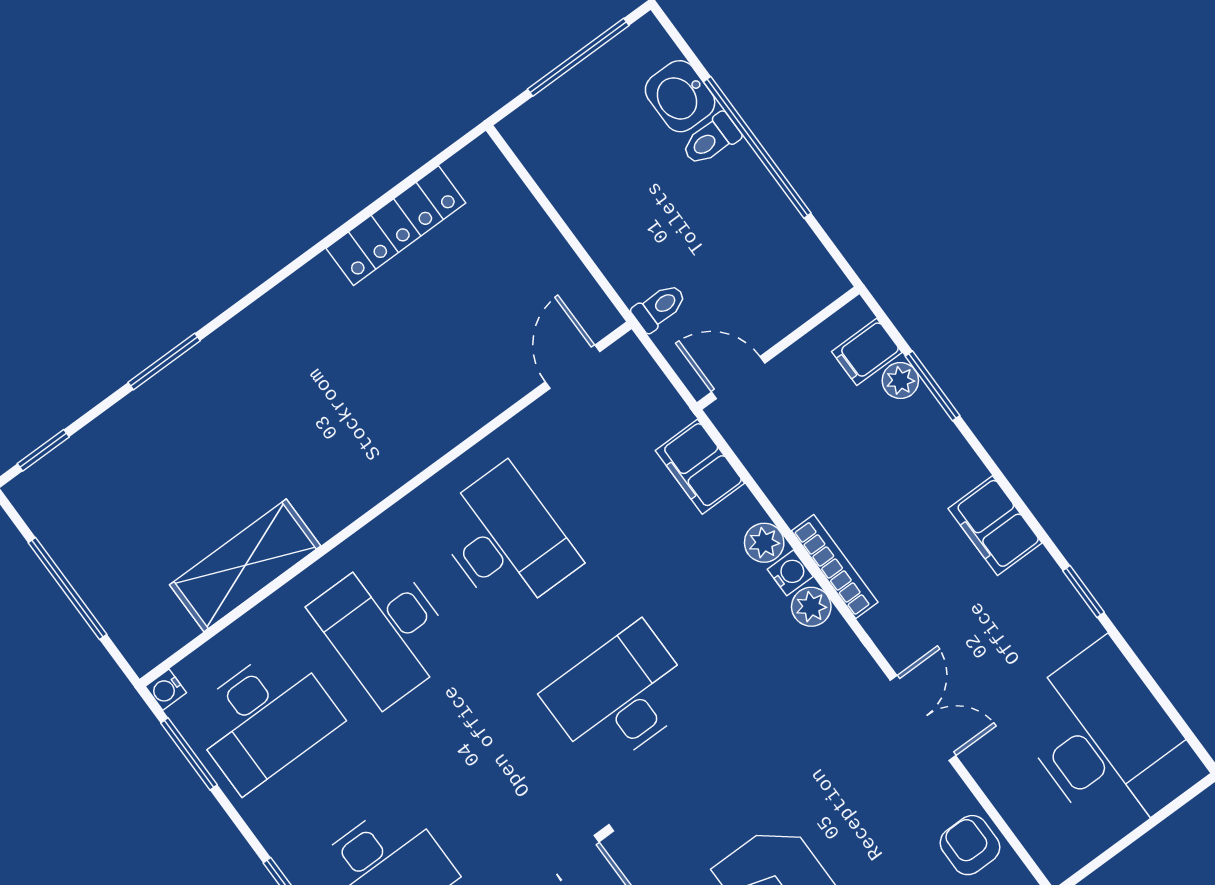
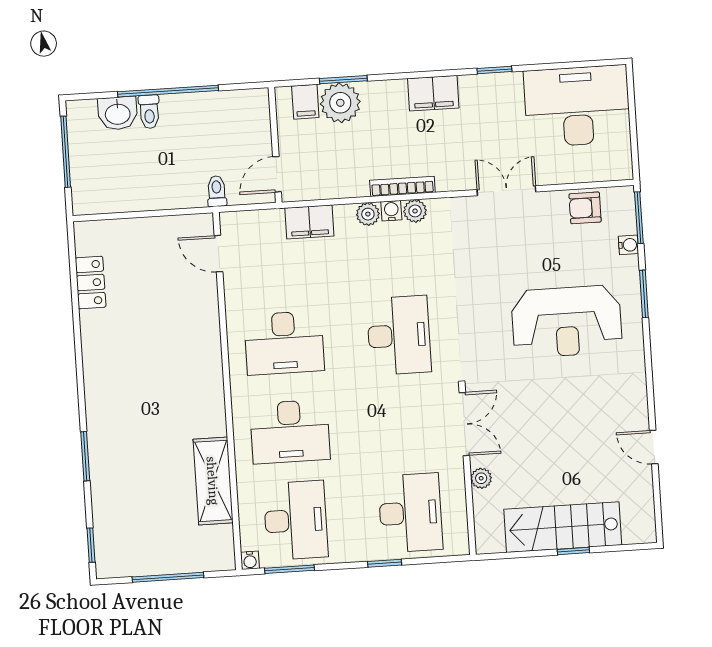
locker: (396, 226) -> (91, 283), width x0.66
plant: (900, 380) -> (340, 103), width x1.88, depth x1.88
desk: (505, 541) -> (284, 343), turned 180
desk: (620, 697) -> (399, 335), turned 180

